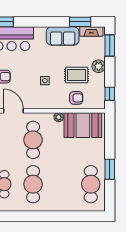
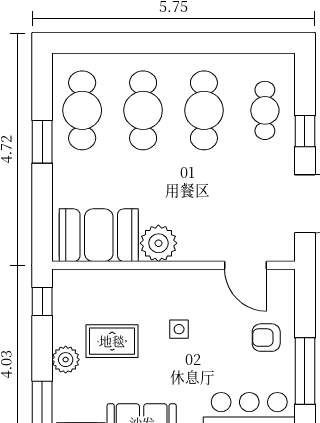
armchair: (76, 98) -> (113, 293), removed
plant: (59, 117) -> (158, 243), width x1.88, depth x1.88
cafe table: (33, 140) -> (143, 110), moved

